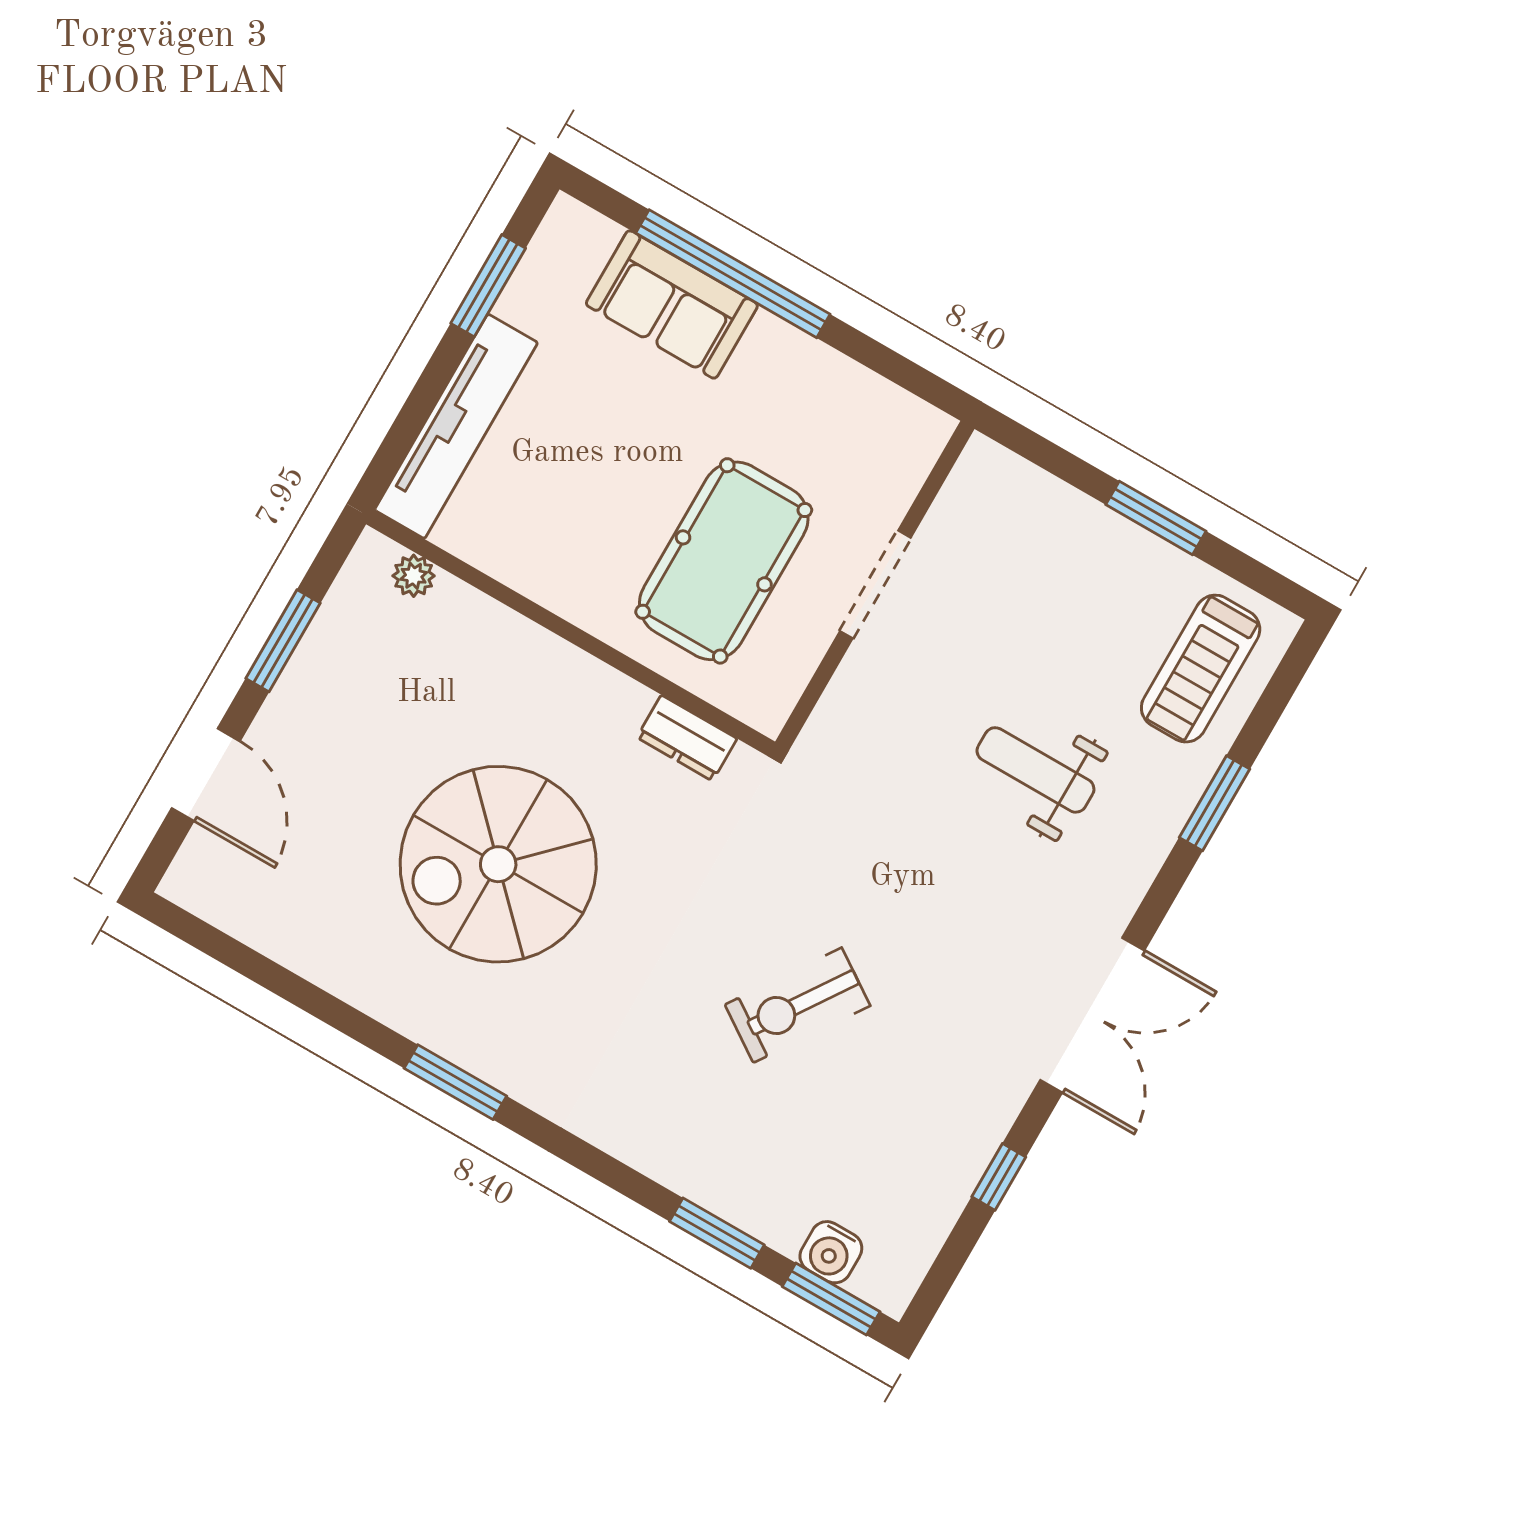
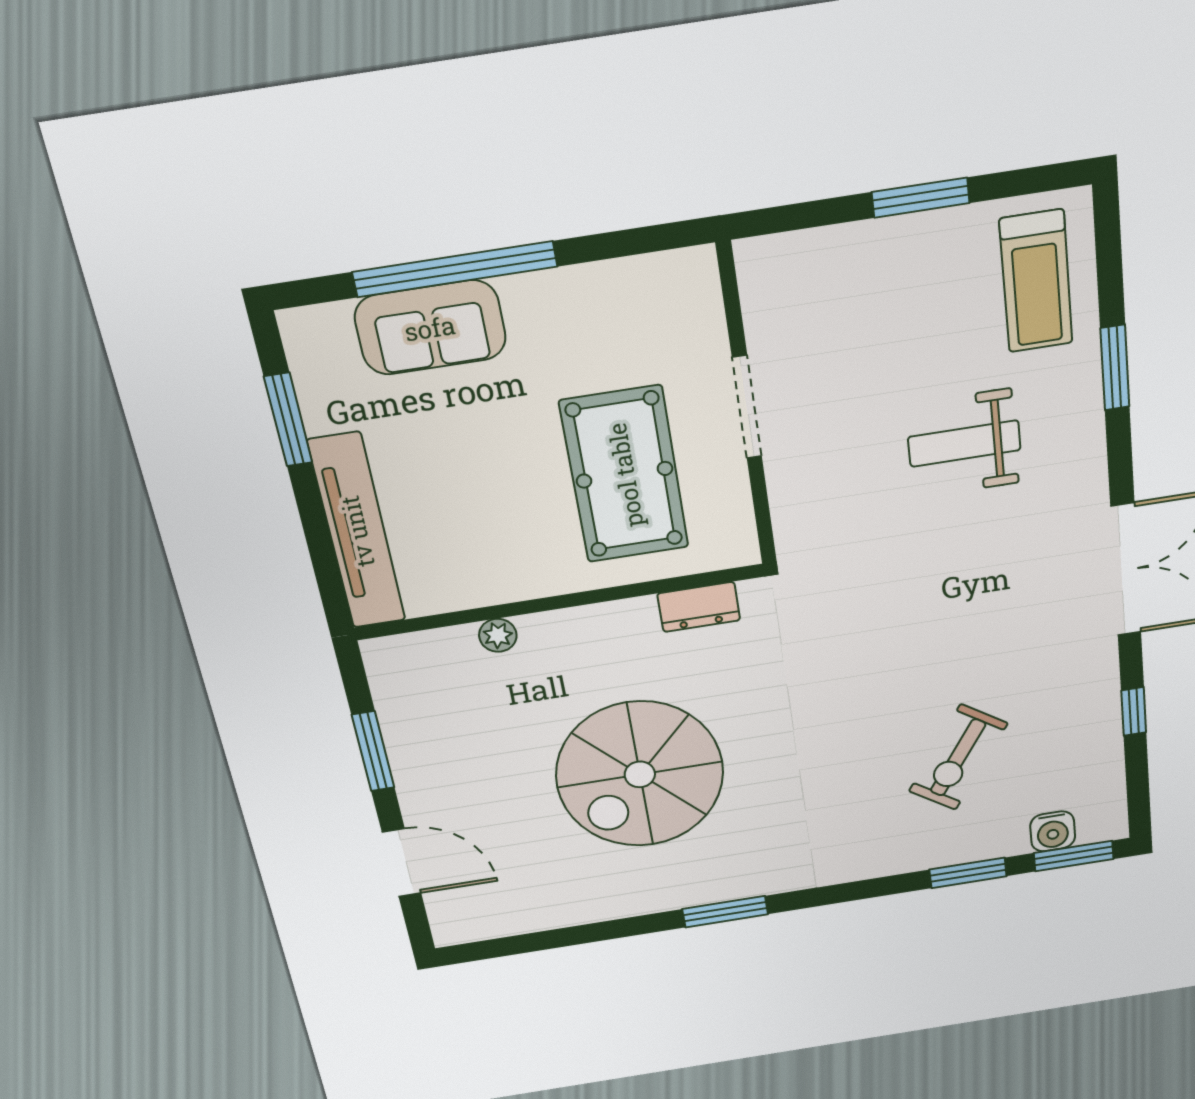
plant: (414, 576) -> (498, 635), moved
exercise bike: (797, 1005) -> (958, 757), moved

